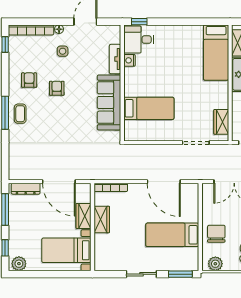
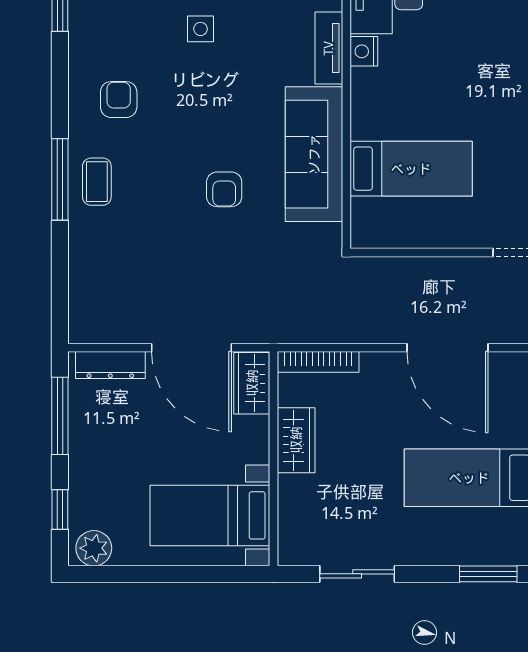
armchair: (57, 88) -> (224, 189), moved, turned 180
wardrobe: (84, 216) -> (252, 383), moved
sliding door: (141, 274) -> (357, 574), moved

